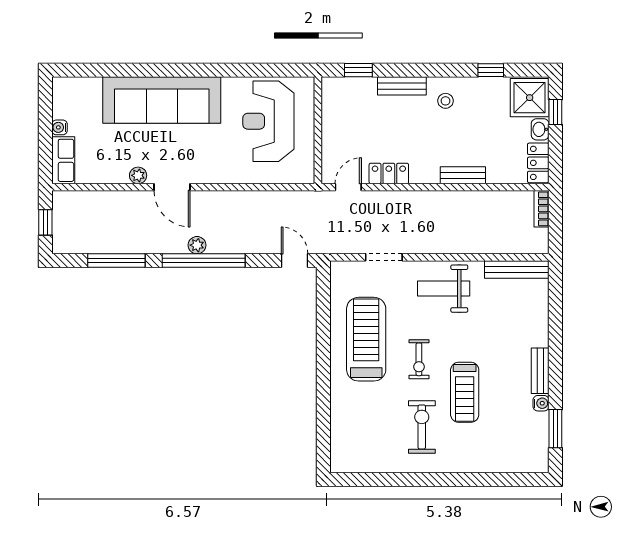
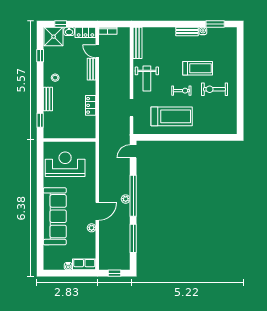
reception desk: (268, 121) -> (65, 164), turned 180
door: (348, 187) -> (97, 51), moved
treadmill: (366, 339) -> (172, 116), turned 180

